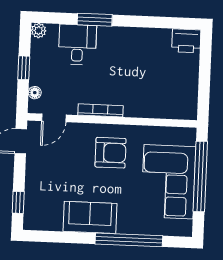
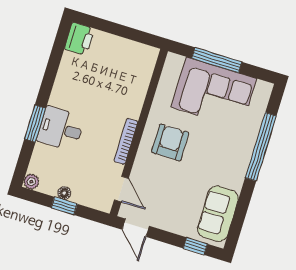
desk: (77, 44) -> (61, 129), moved
floor lamp: (35, 93) -> (64, 193), moved
window: (200, 176) -> (217, 60), width x0.68
sofa: (90, 217) -> (218, 214), moved

